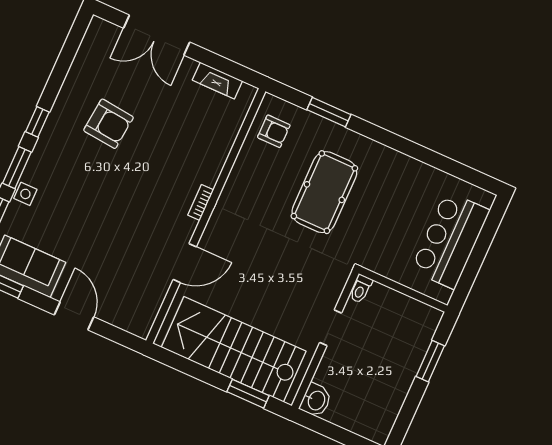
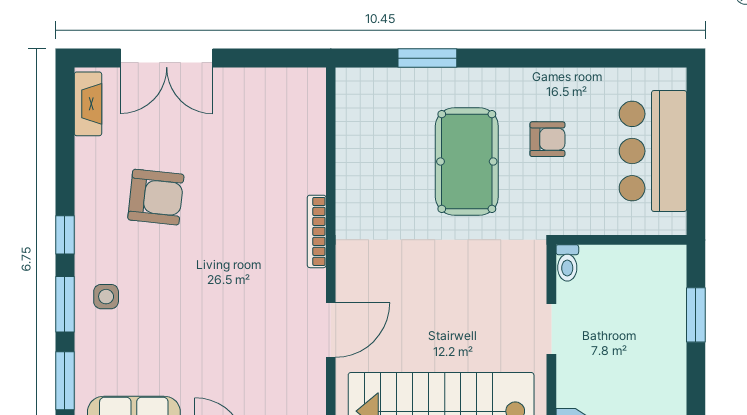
fireplace: (217, 81) -> (88, 104), moved, turned -90
armchair: (274, 131) -> (547, 139), moved
side table: (25, 194) -> (106, 297), moved
bookcase: (201, 203) -> (317, 231), width x1.56

